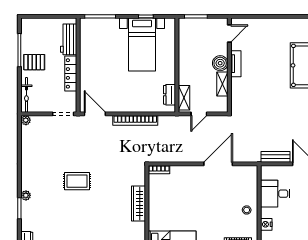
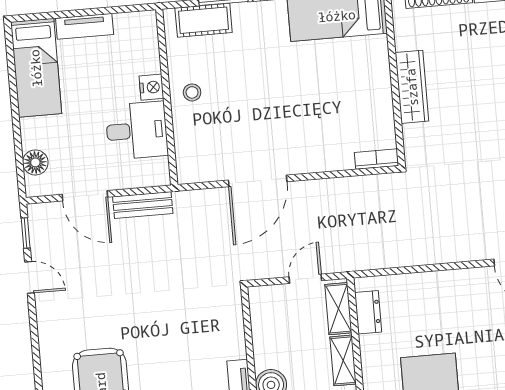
shelving: (222, 84) -> (343, 360), moved
bookcase: (135, 120) -> (433, 254), removed
nightstand: (266, 224) -> (151, 87), moved

